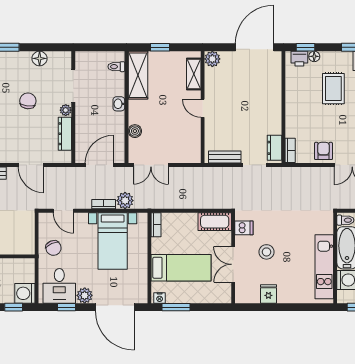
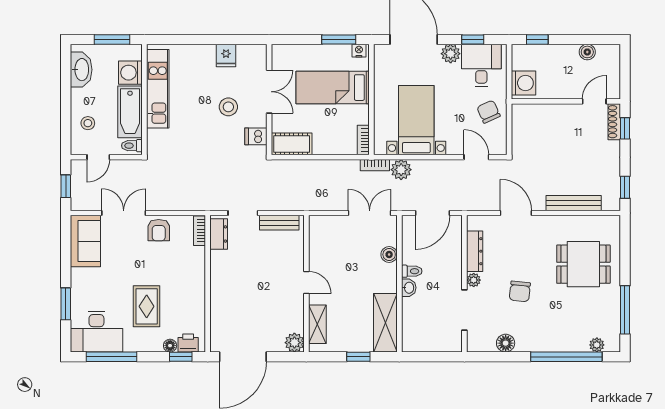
toilet: (116, 67) -> (412, 271), moved
bookcase: (104, 204) -> (375, 165), moved
washing machine: (25, 293) -> (523, 83), moved

